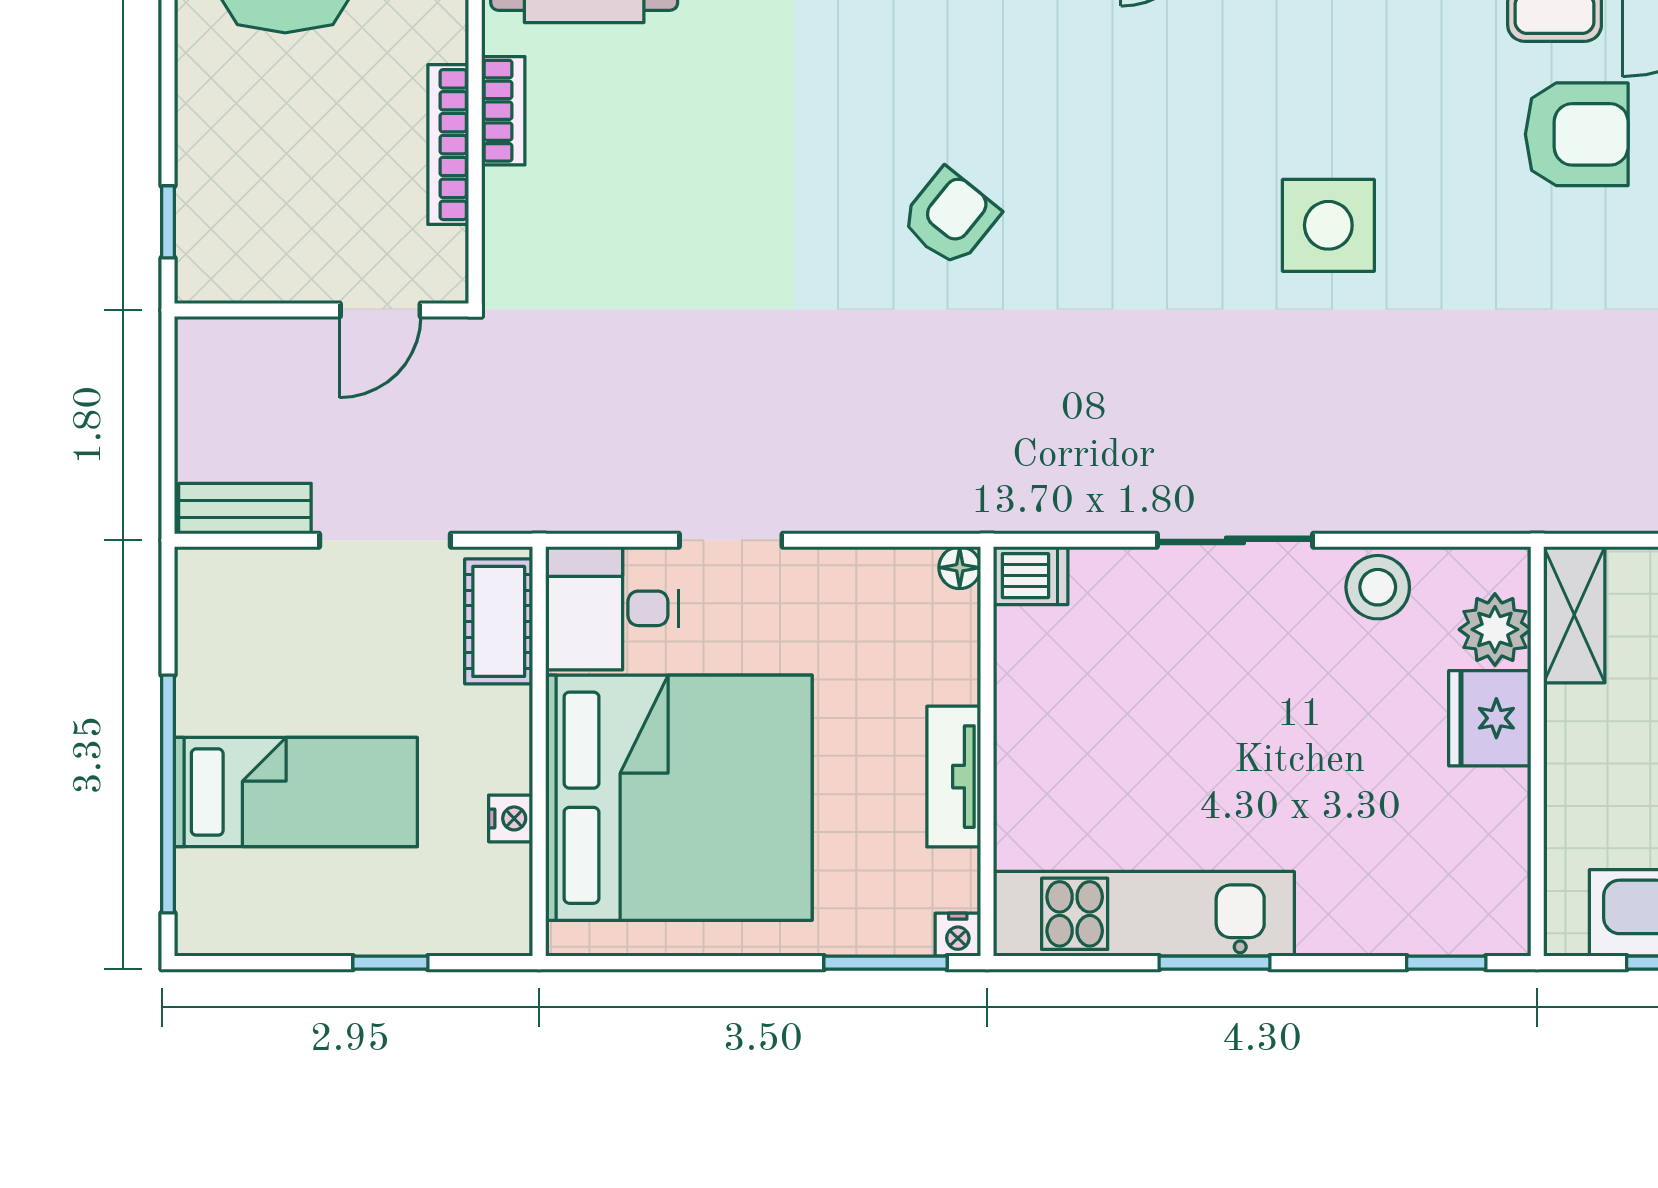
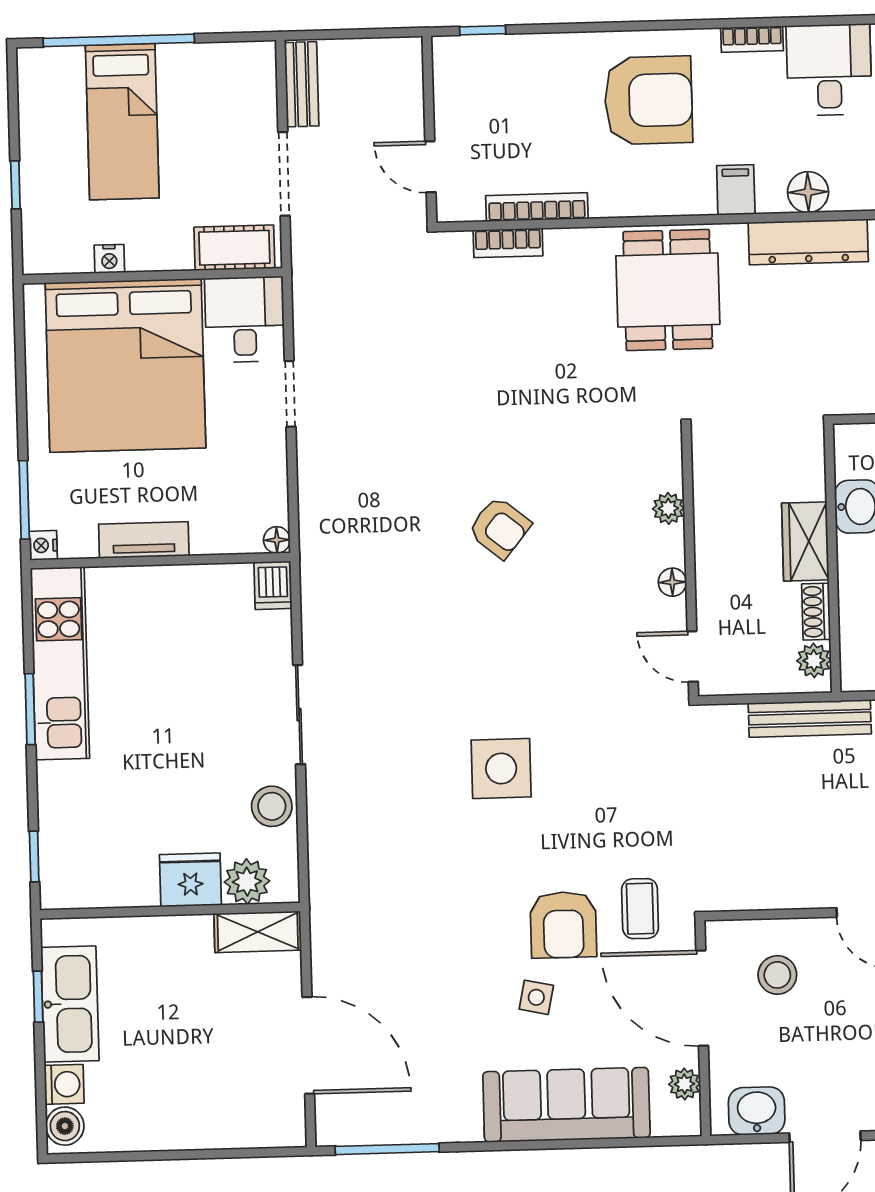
bookcase: (503, 111) -> (508, 243), moved

